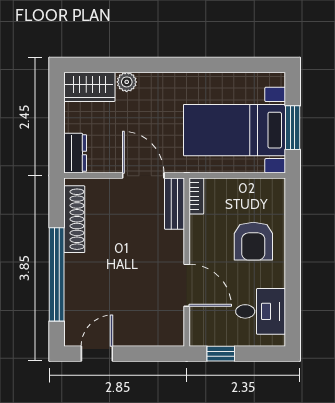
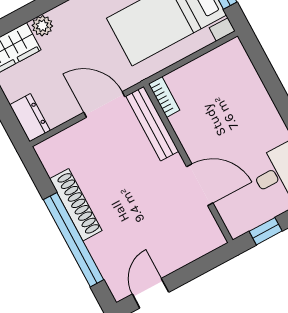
bench: (174, 204) -> (152, 124), width x1.36
shoe rack: (74, 219) -> (76, 205), moved
armchair: (253, 241) -> (240, 110), removed

